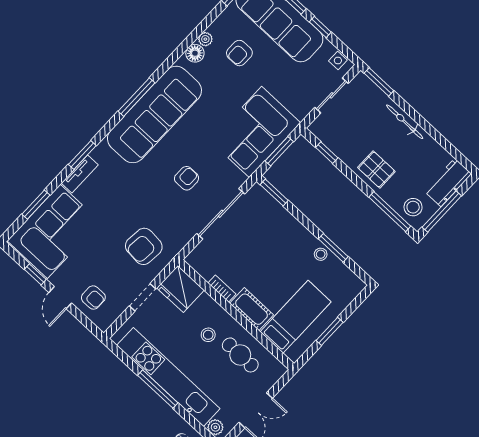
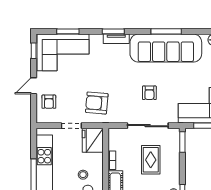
tv unit: (80, 174) -> (116, 39), moved
armchair: (187, 178) -> (149, 93), turned 90
rug: (261, 245) -> (151, 160), added
window: (35, 274) -> (34, 51), moved

